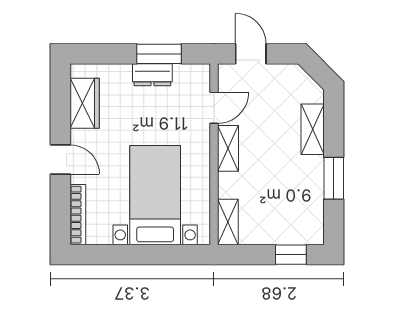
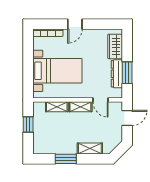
dresser: (152, 75) -> (117, 74), width x1.44
wardrobe: (85, 103) -> (115, 46), moved, turned 90
shelving: (228, 222) -> (57, 107), moved
window: (291, 255) -> (28, 124), moved

